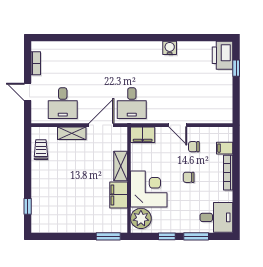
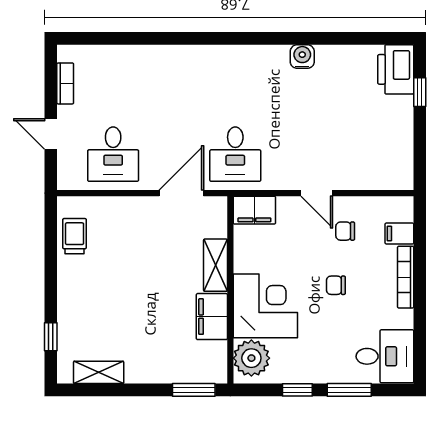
shelving: (72, 133) -> (99, 372), moved

